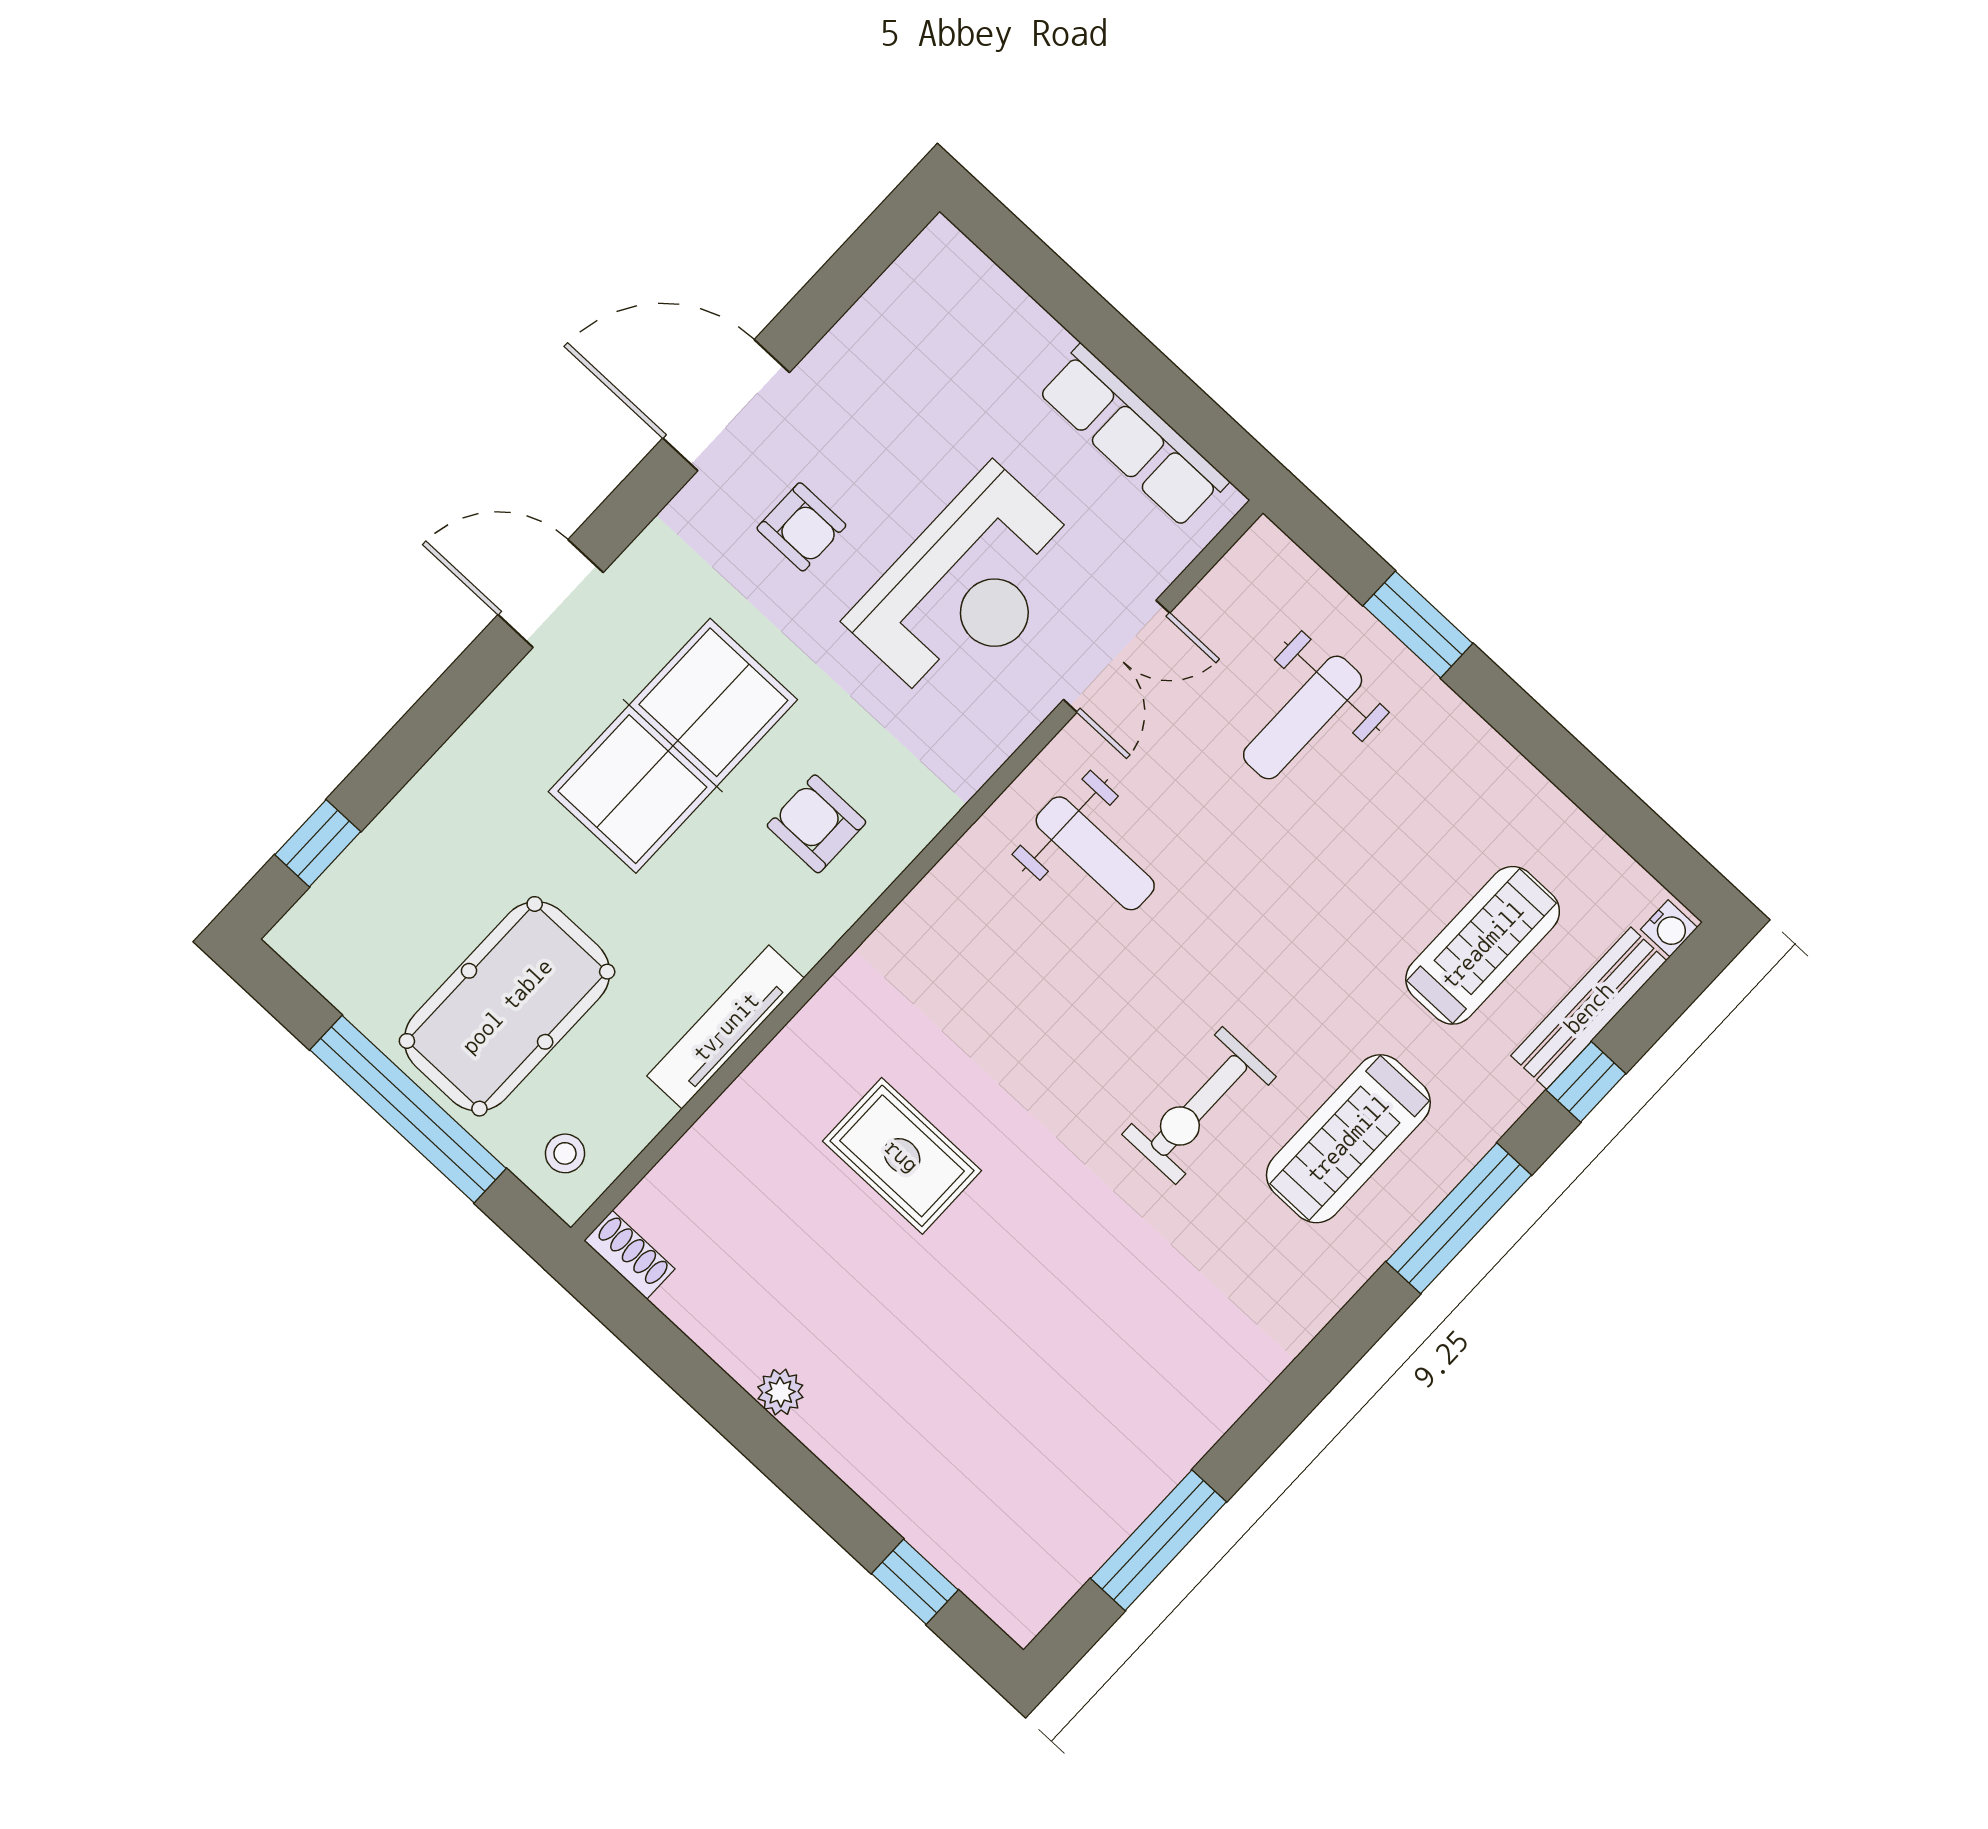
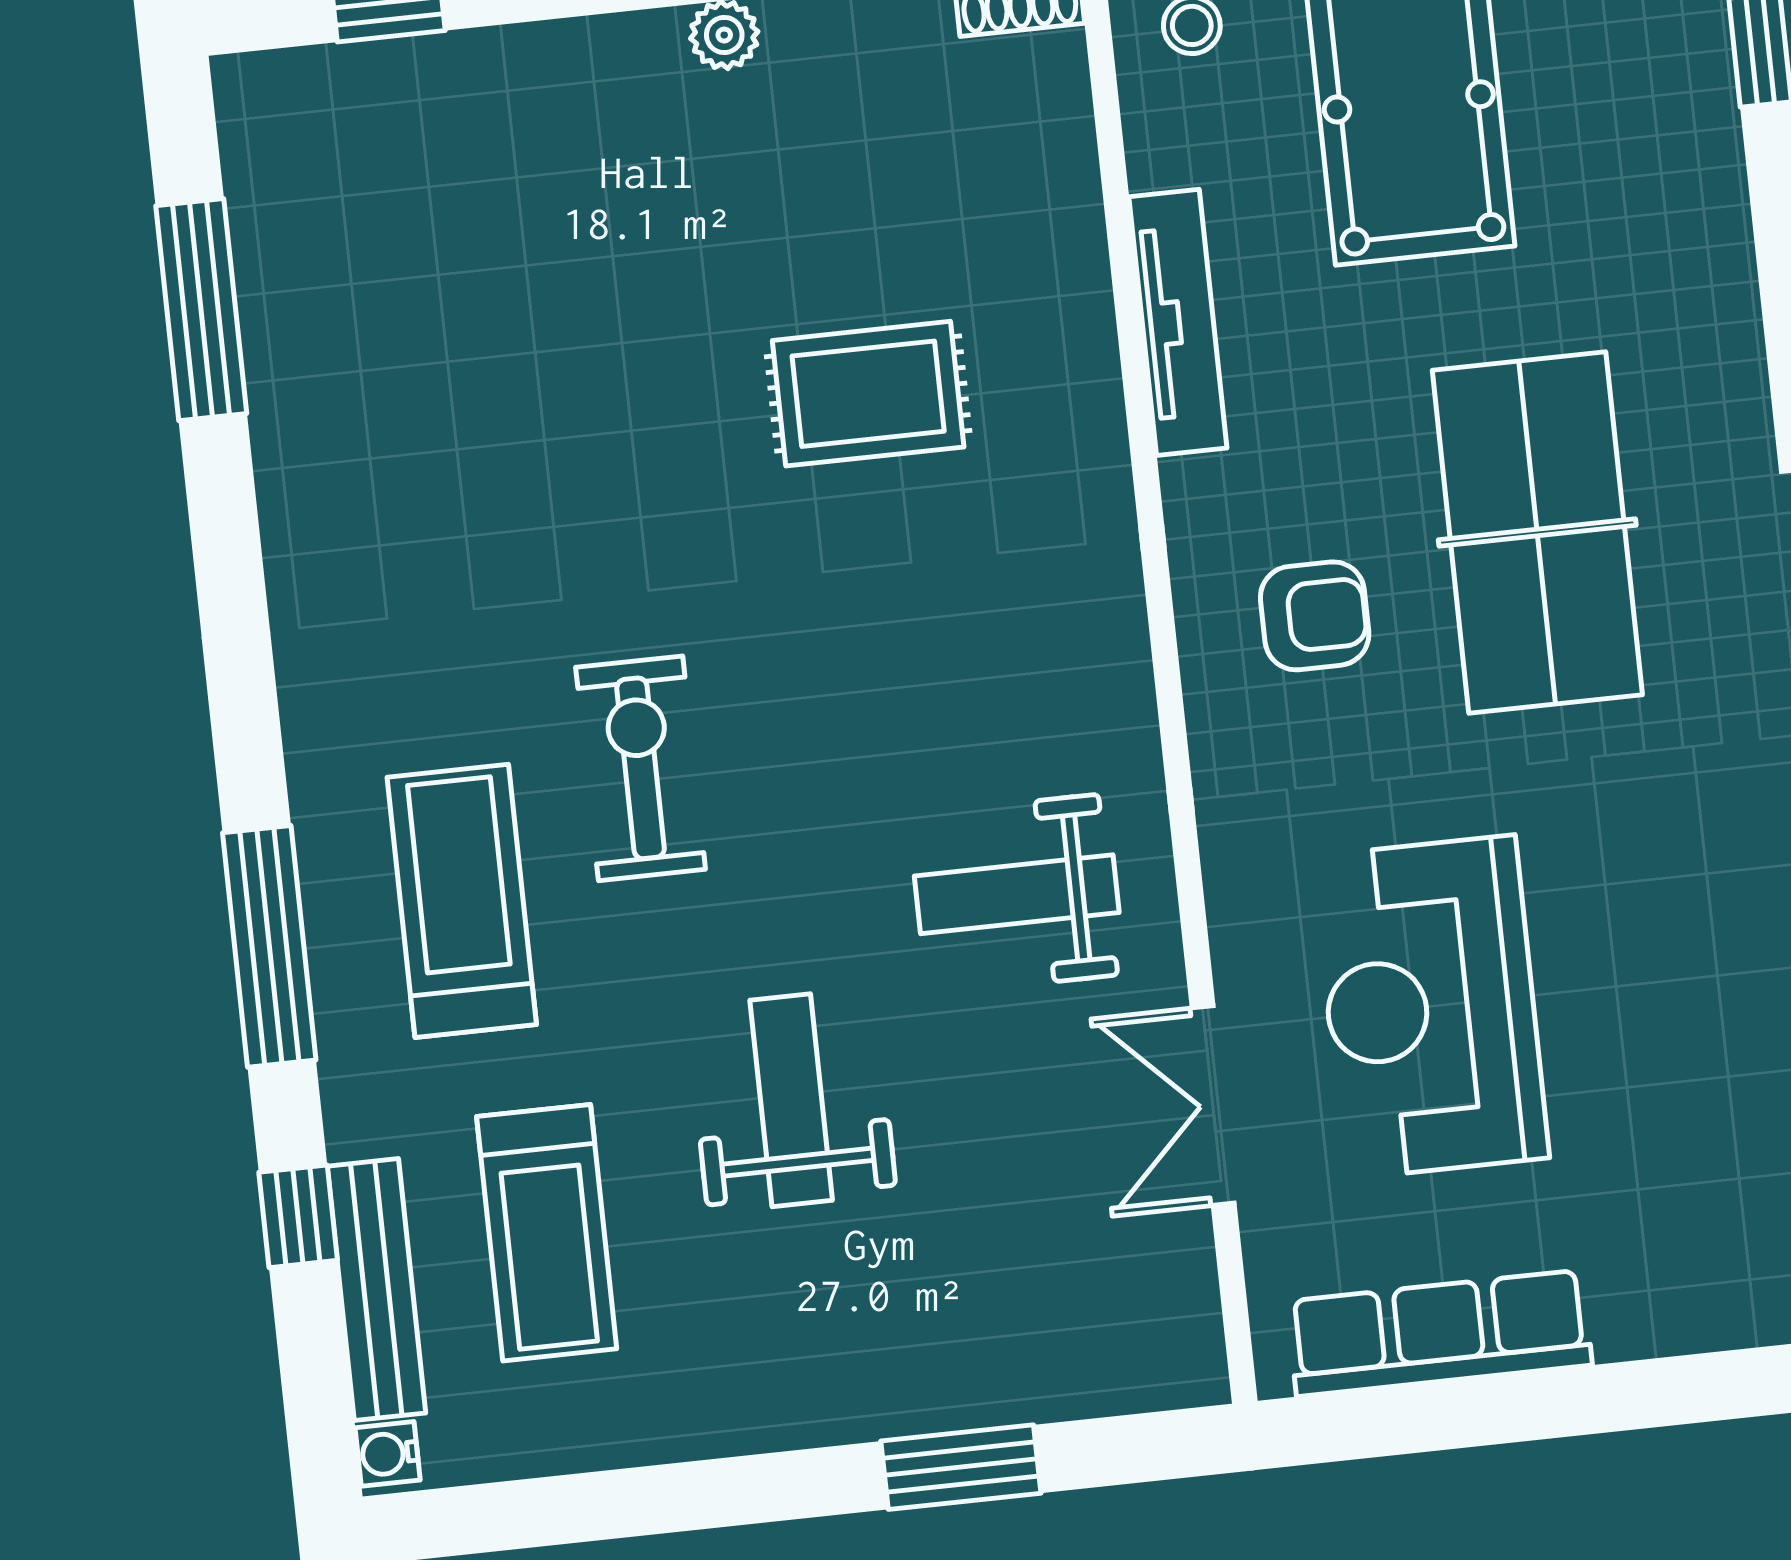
armchair: (801, 527) -> (1656, 882), removed
weight bench: (1303, 717) -> (791, 1100), moved

